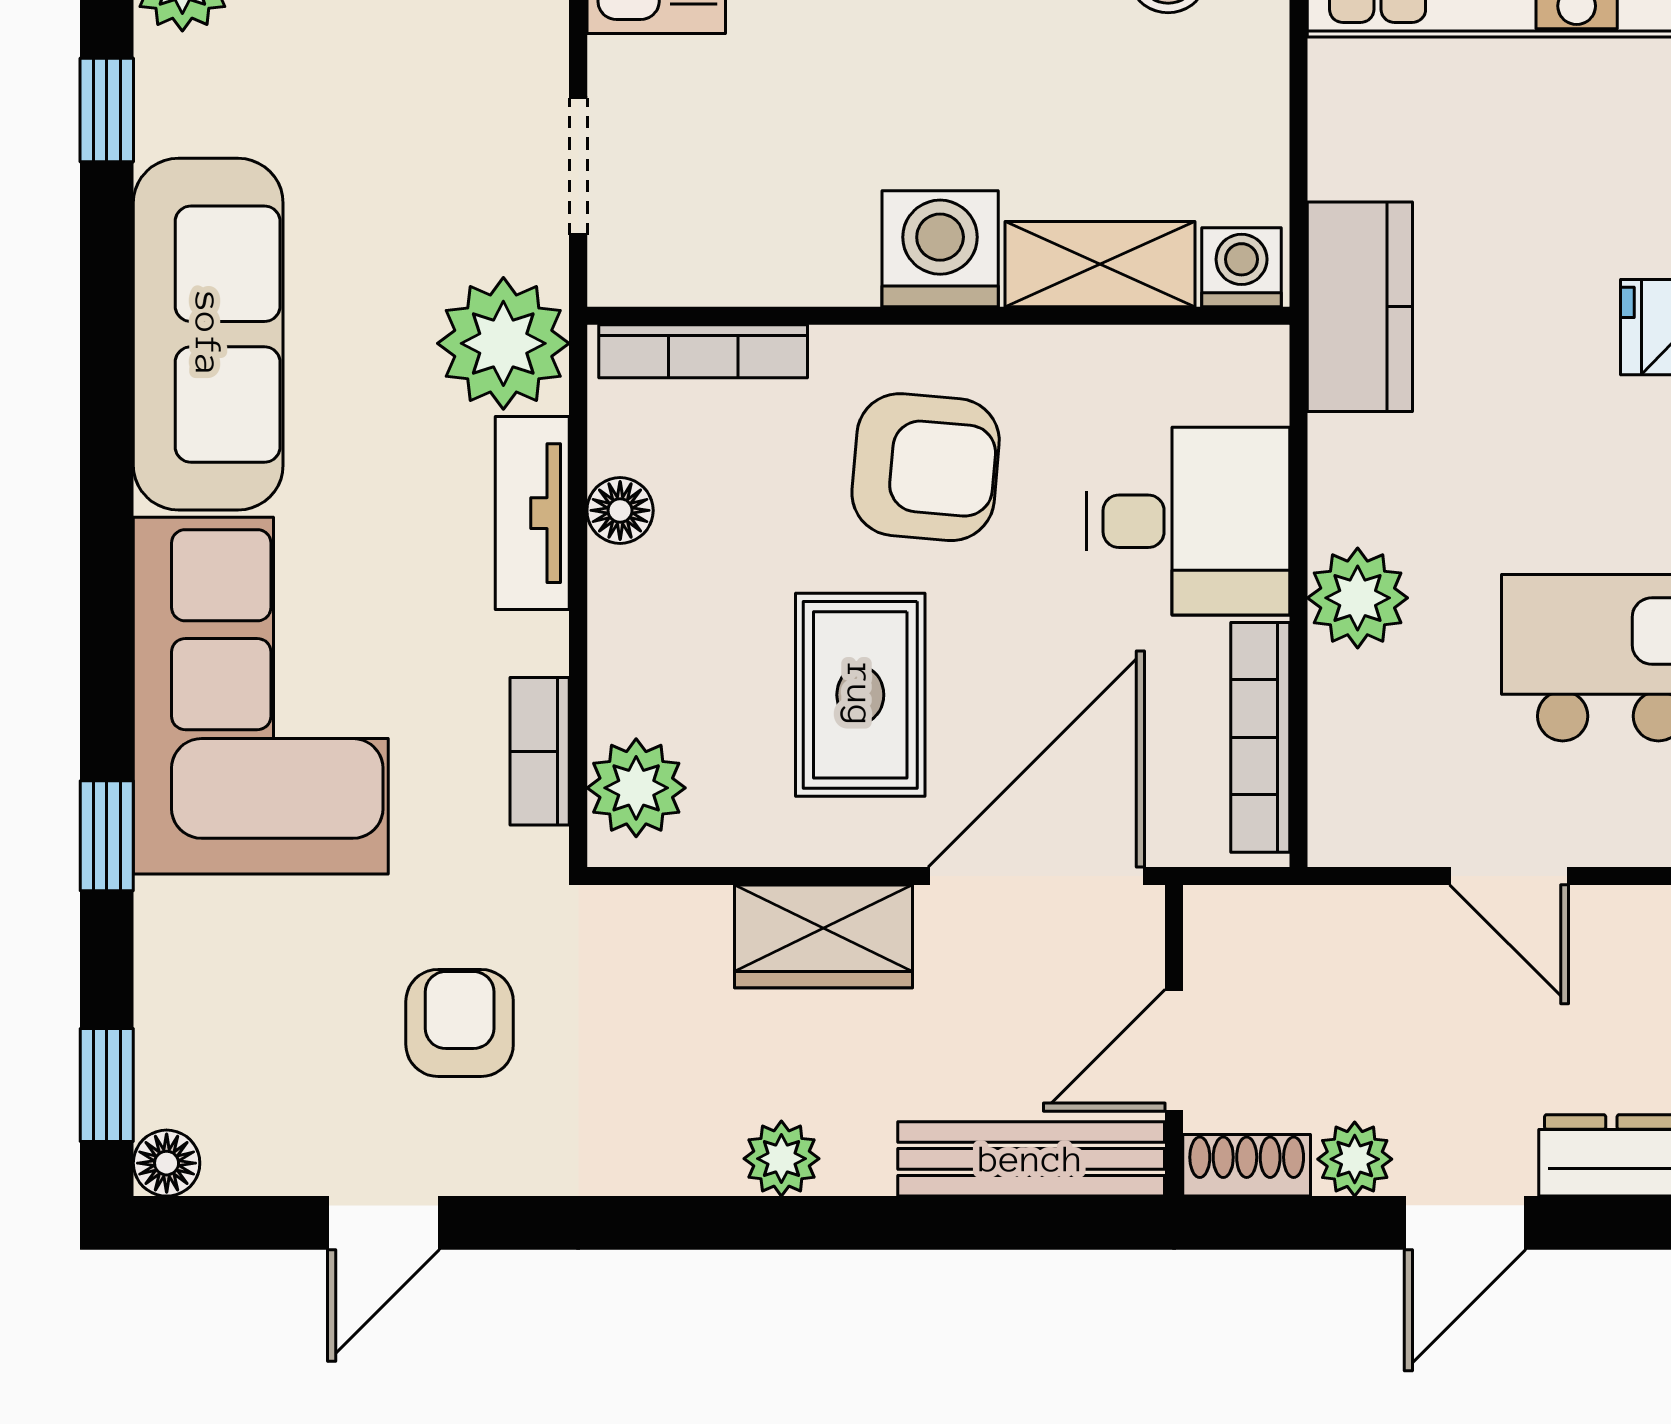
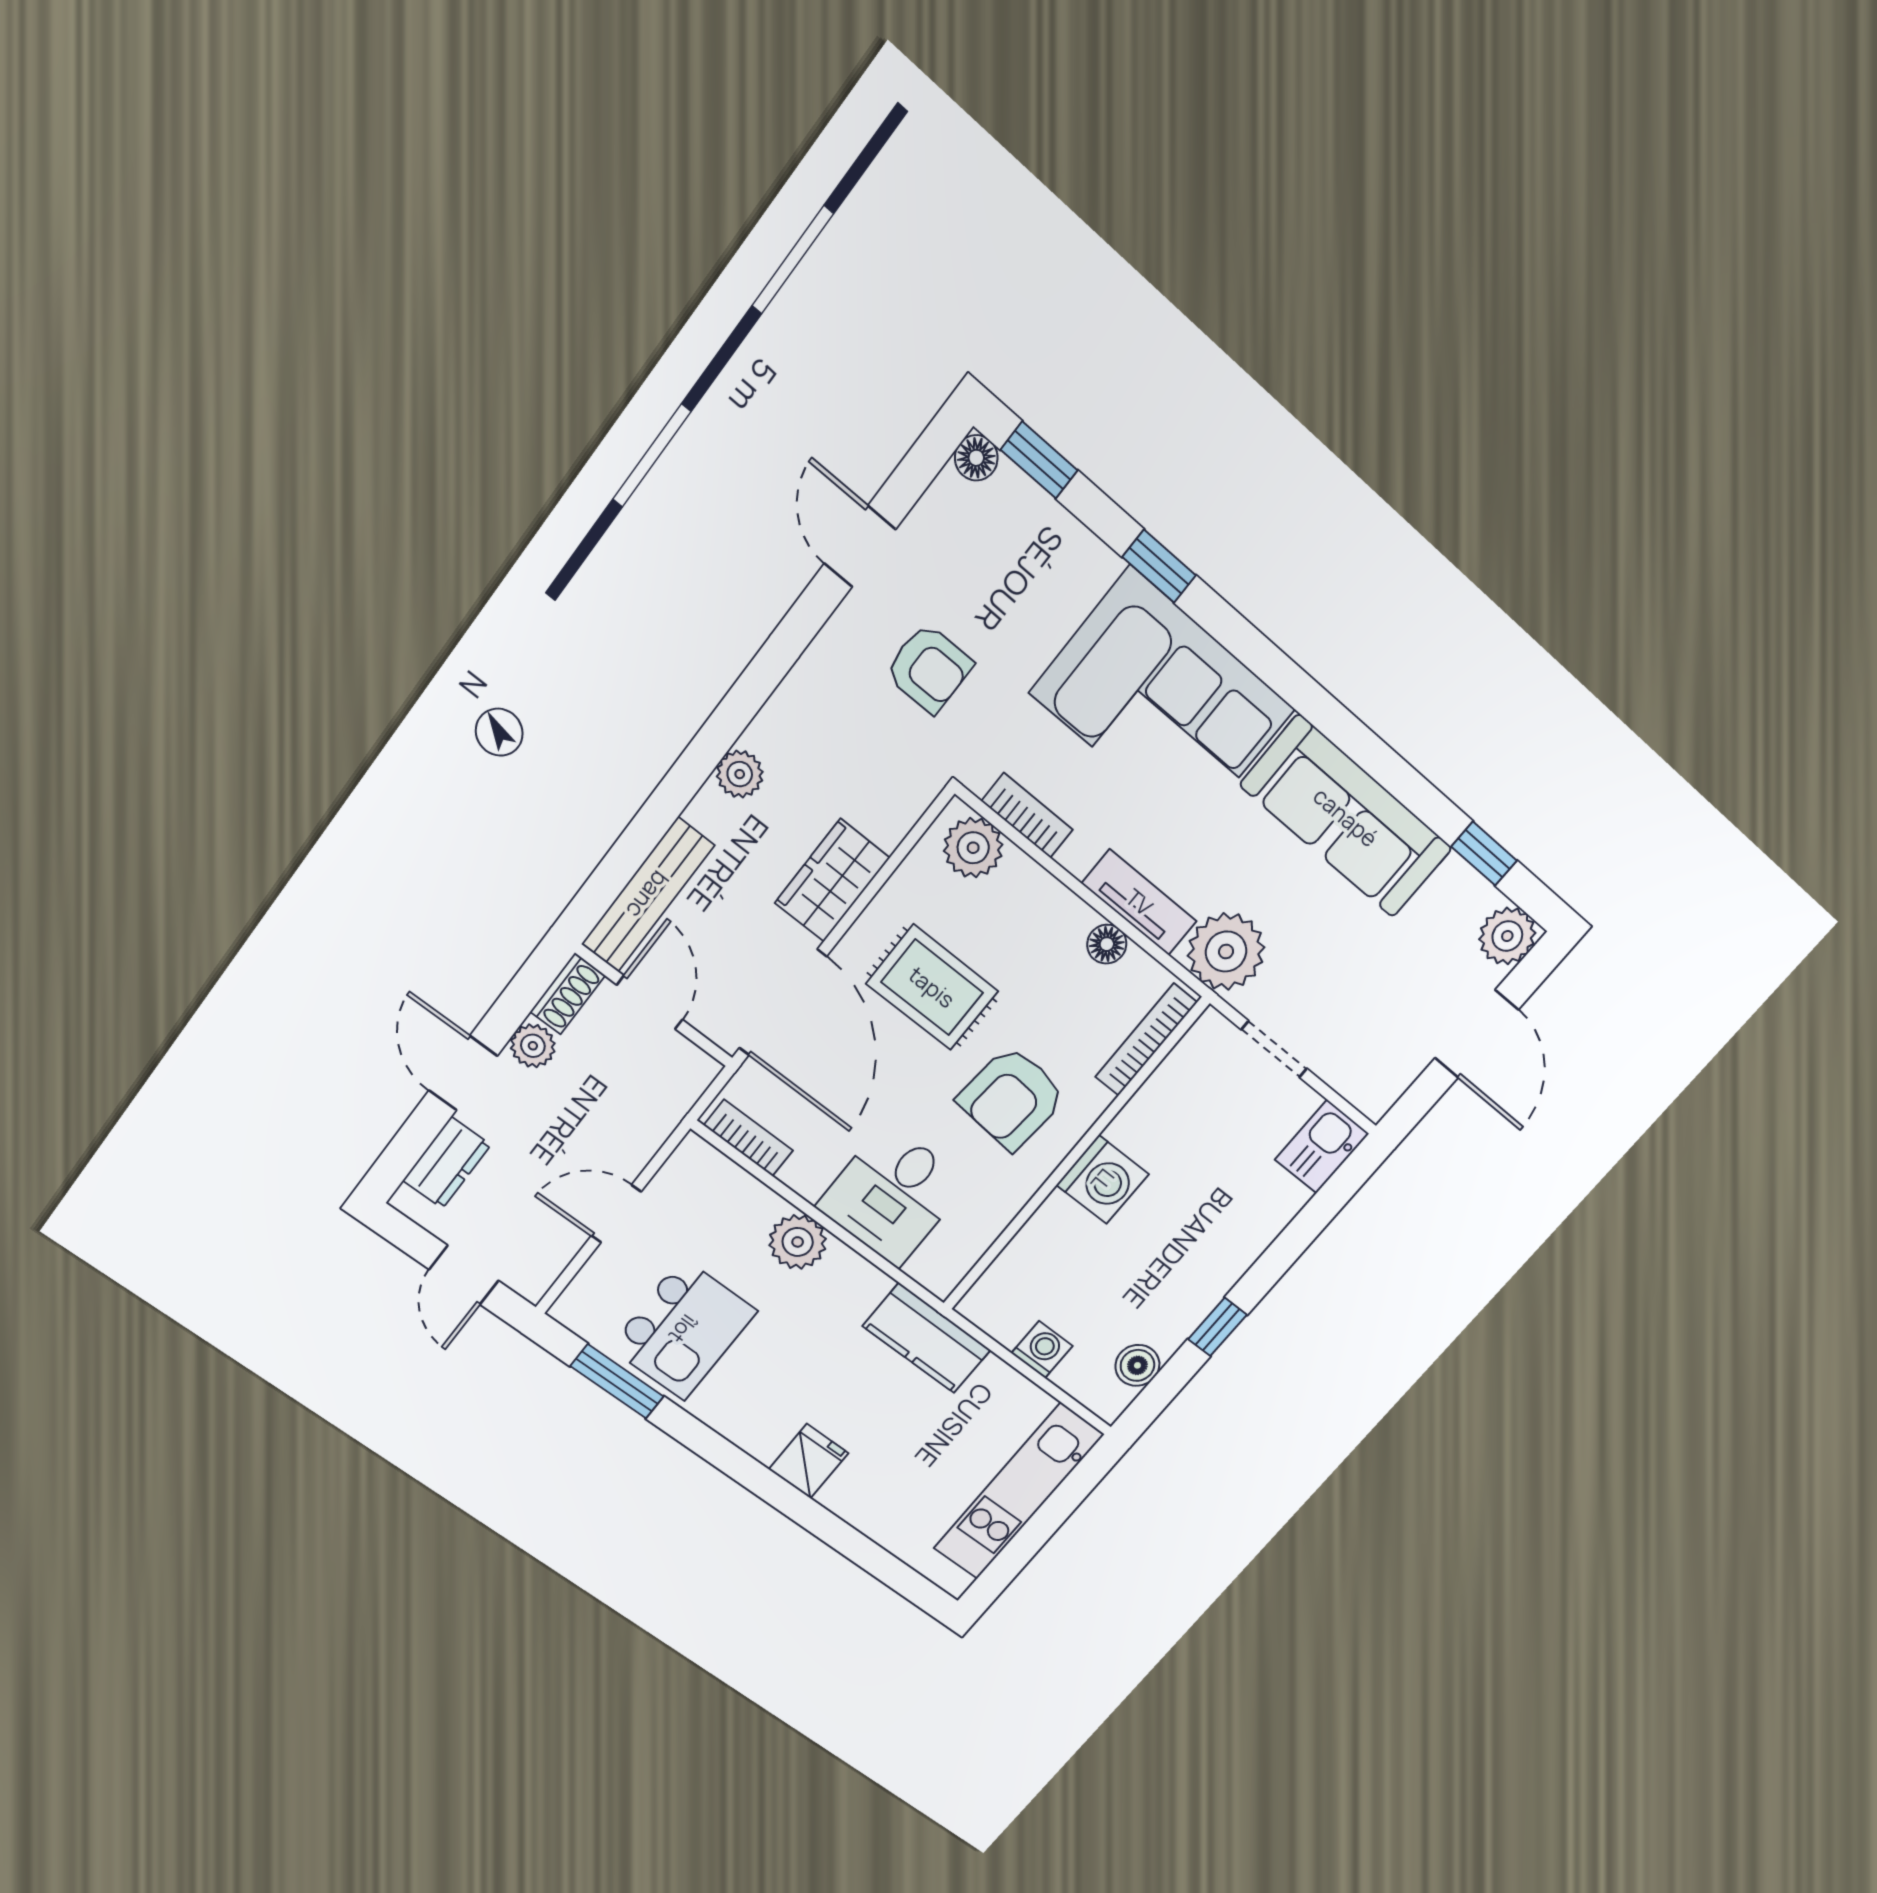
shelving: (1100, 264) -> (1038, 1243), removed
washing machine: (1242, 267) -> (1042, 1350), moved, turned -90
bookcase: (1260, 737) -> (748, 1138), width x0.64

